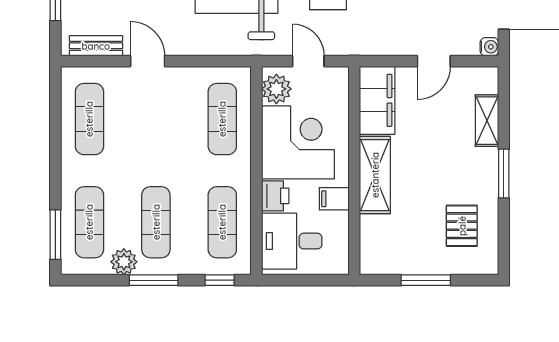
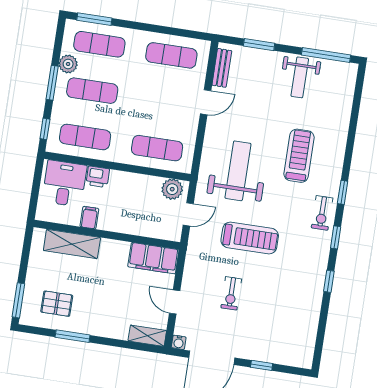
shelving: (487, 121) -> (147, 336), moved
corner desk: (298, 142) -> (133, 198), removed
window: (504, 174) -> (73, 336), moved
shelving: (375, 175) -> (72, 244), moved
window: (426, 280) -> (18, 300), moved

